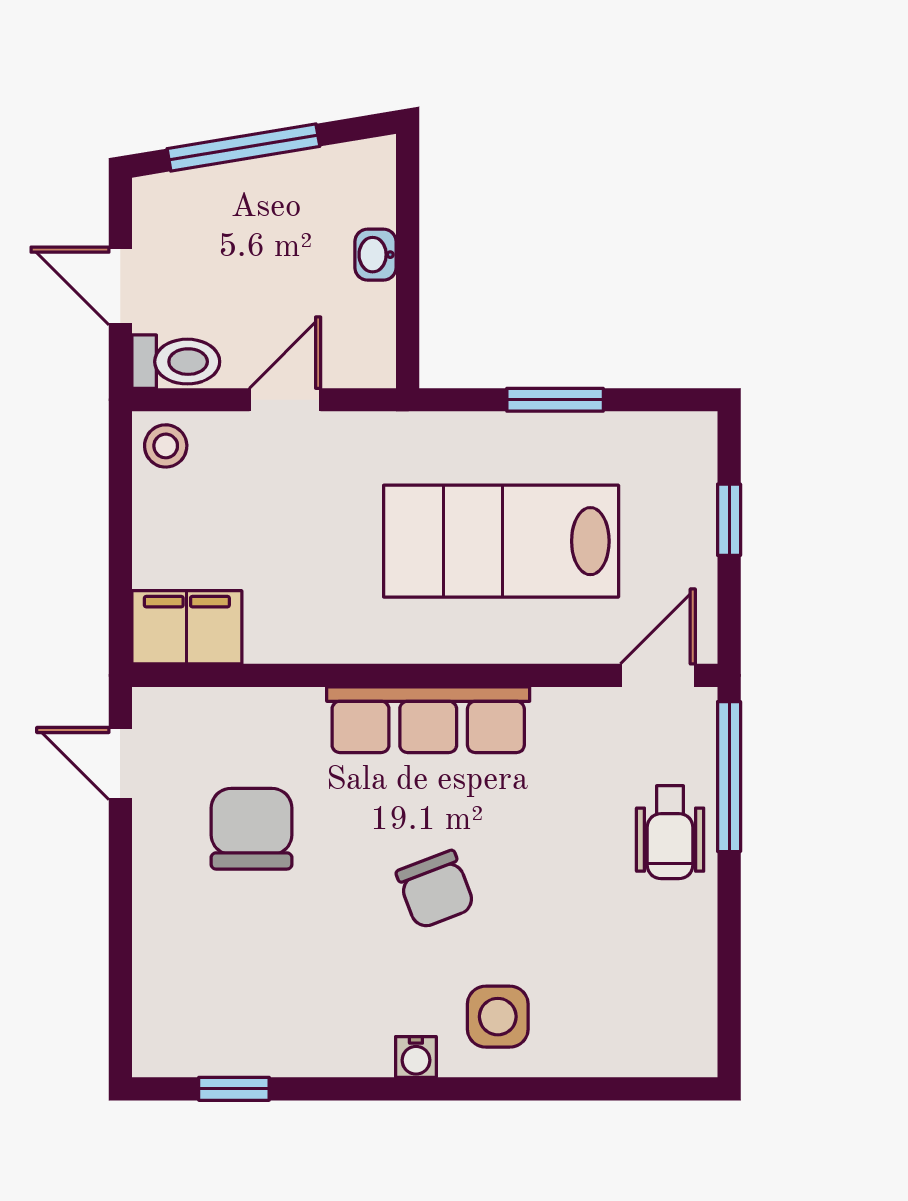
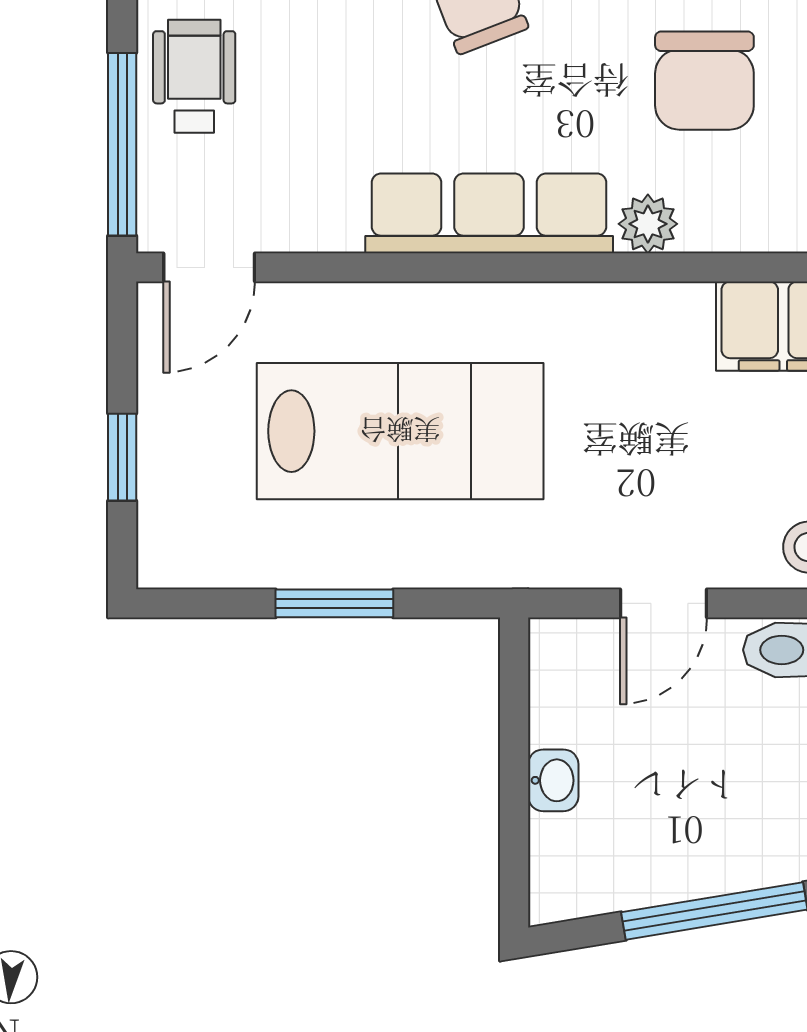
plant: (298, 711) -> (648, 224), added

